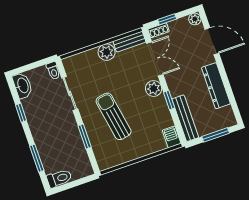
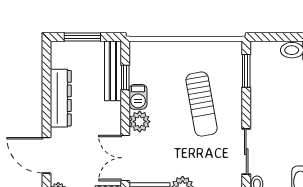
window: (169, 100) -> (125, 78), moved
window: (85, 136) -> (246, 71), moved
barbecue: (172, 137) -> (138, 97), moved

